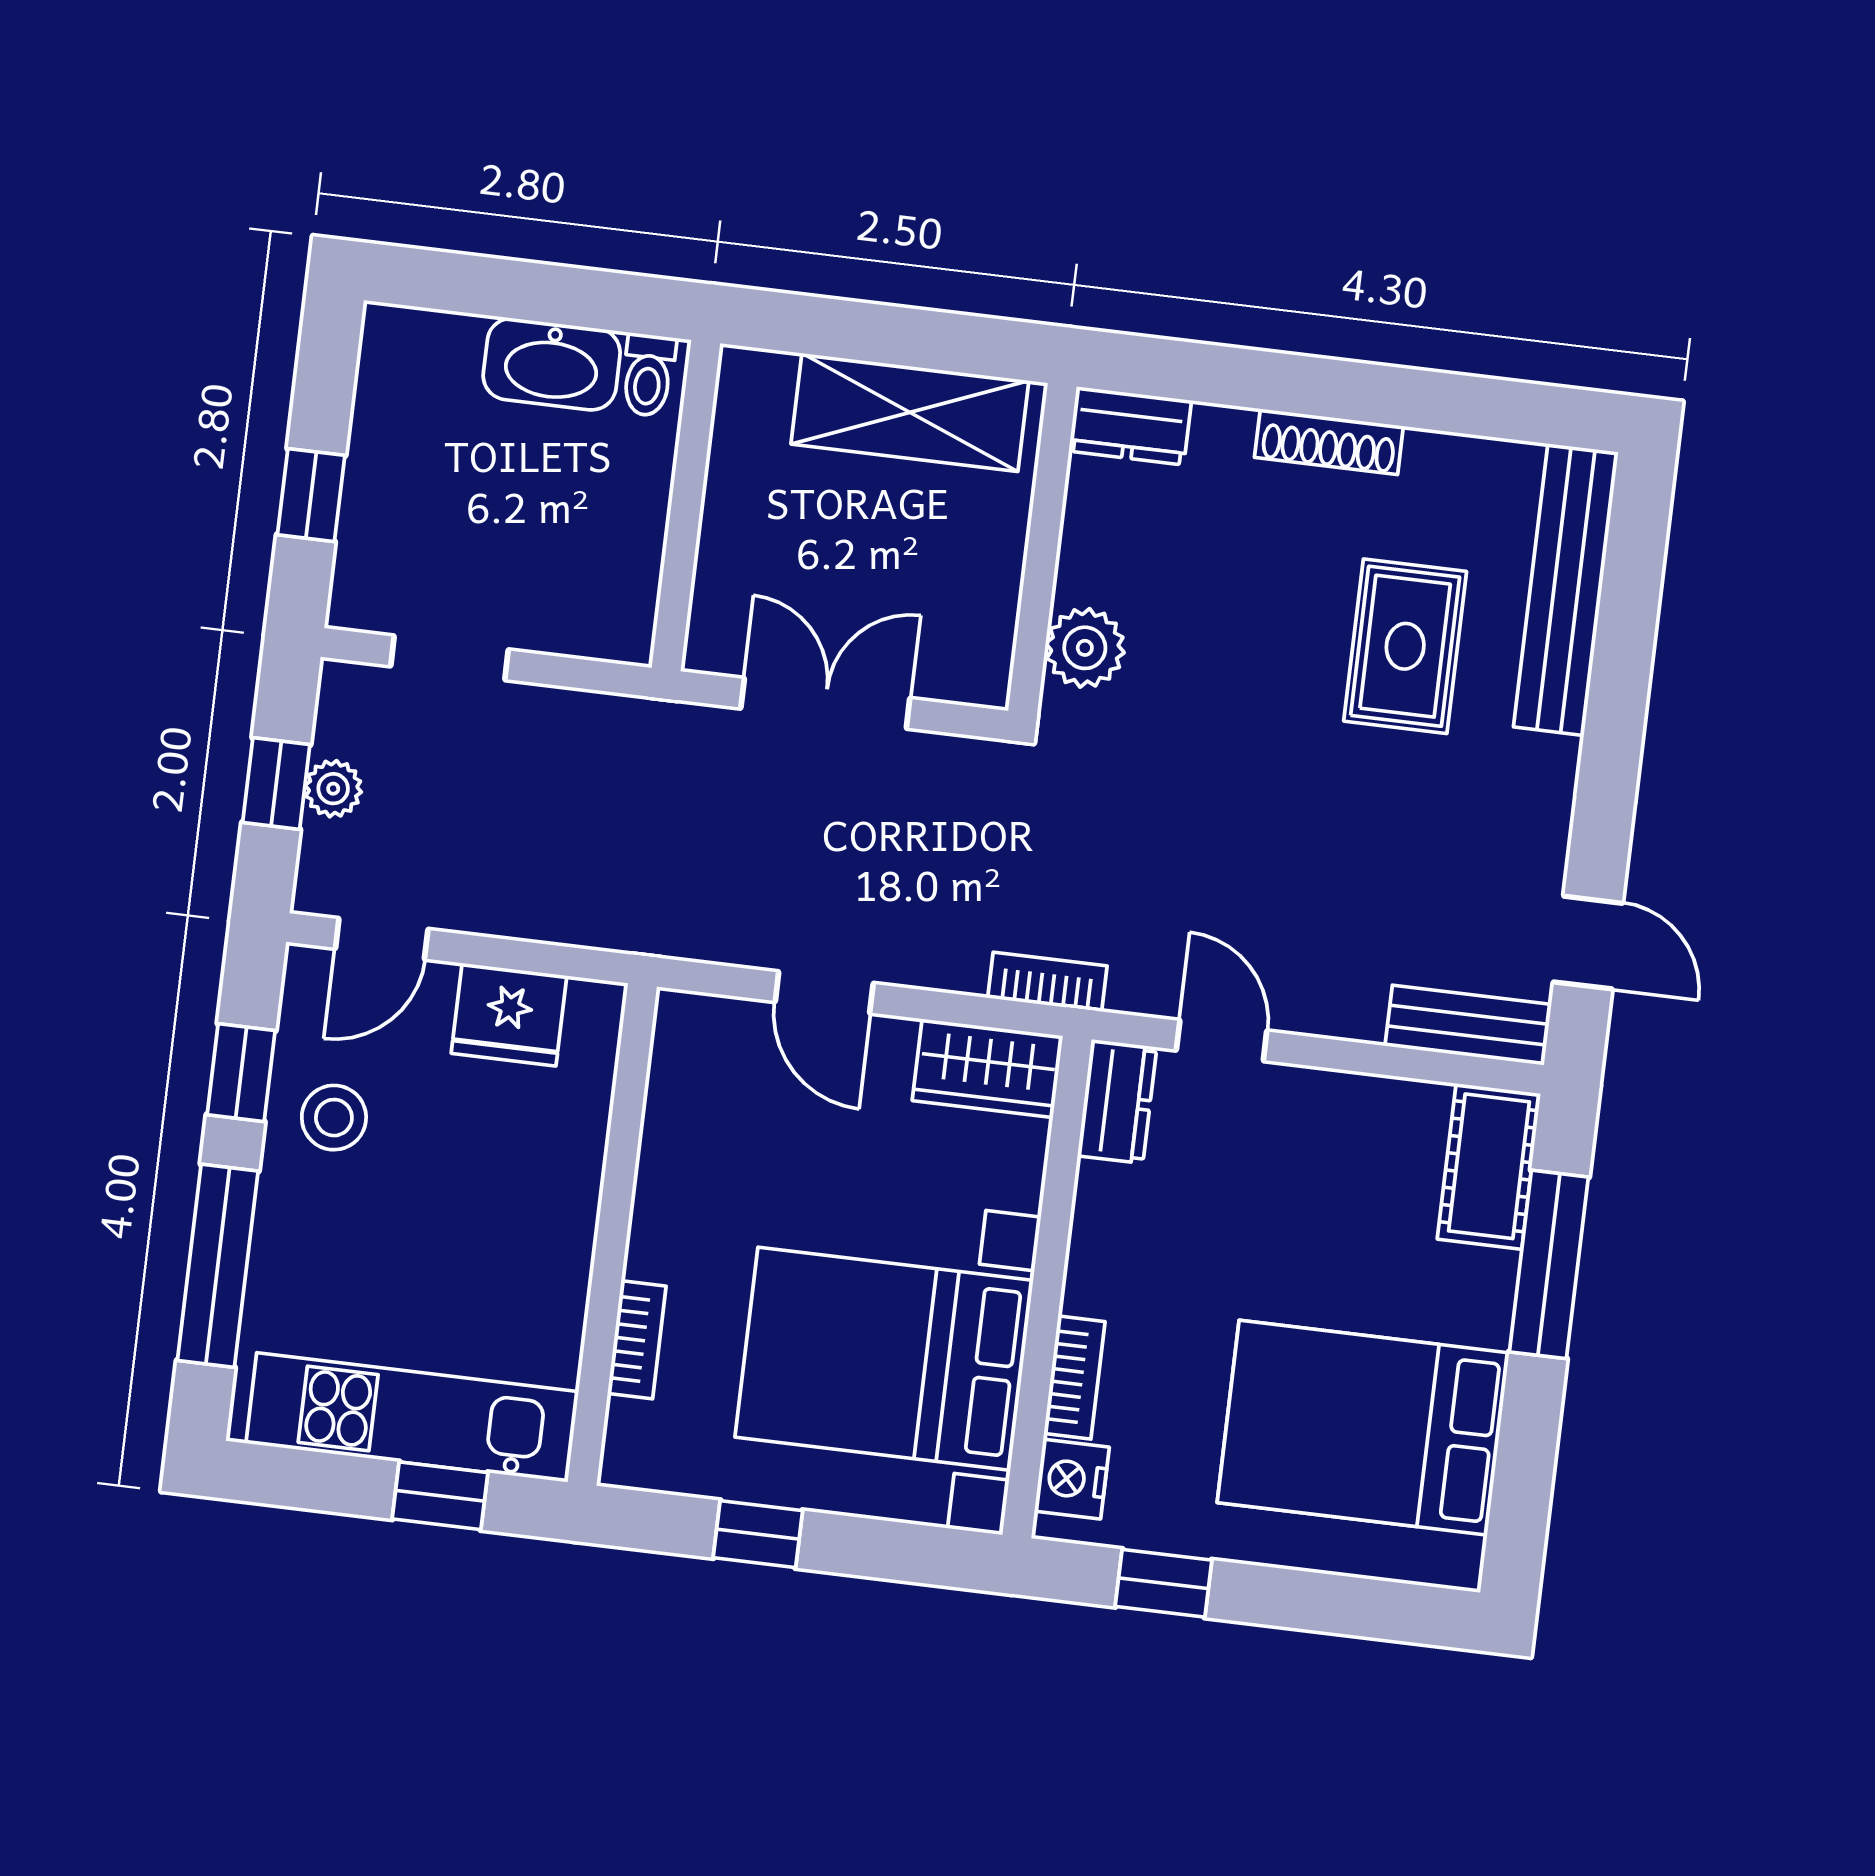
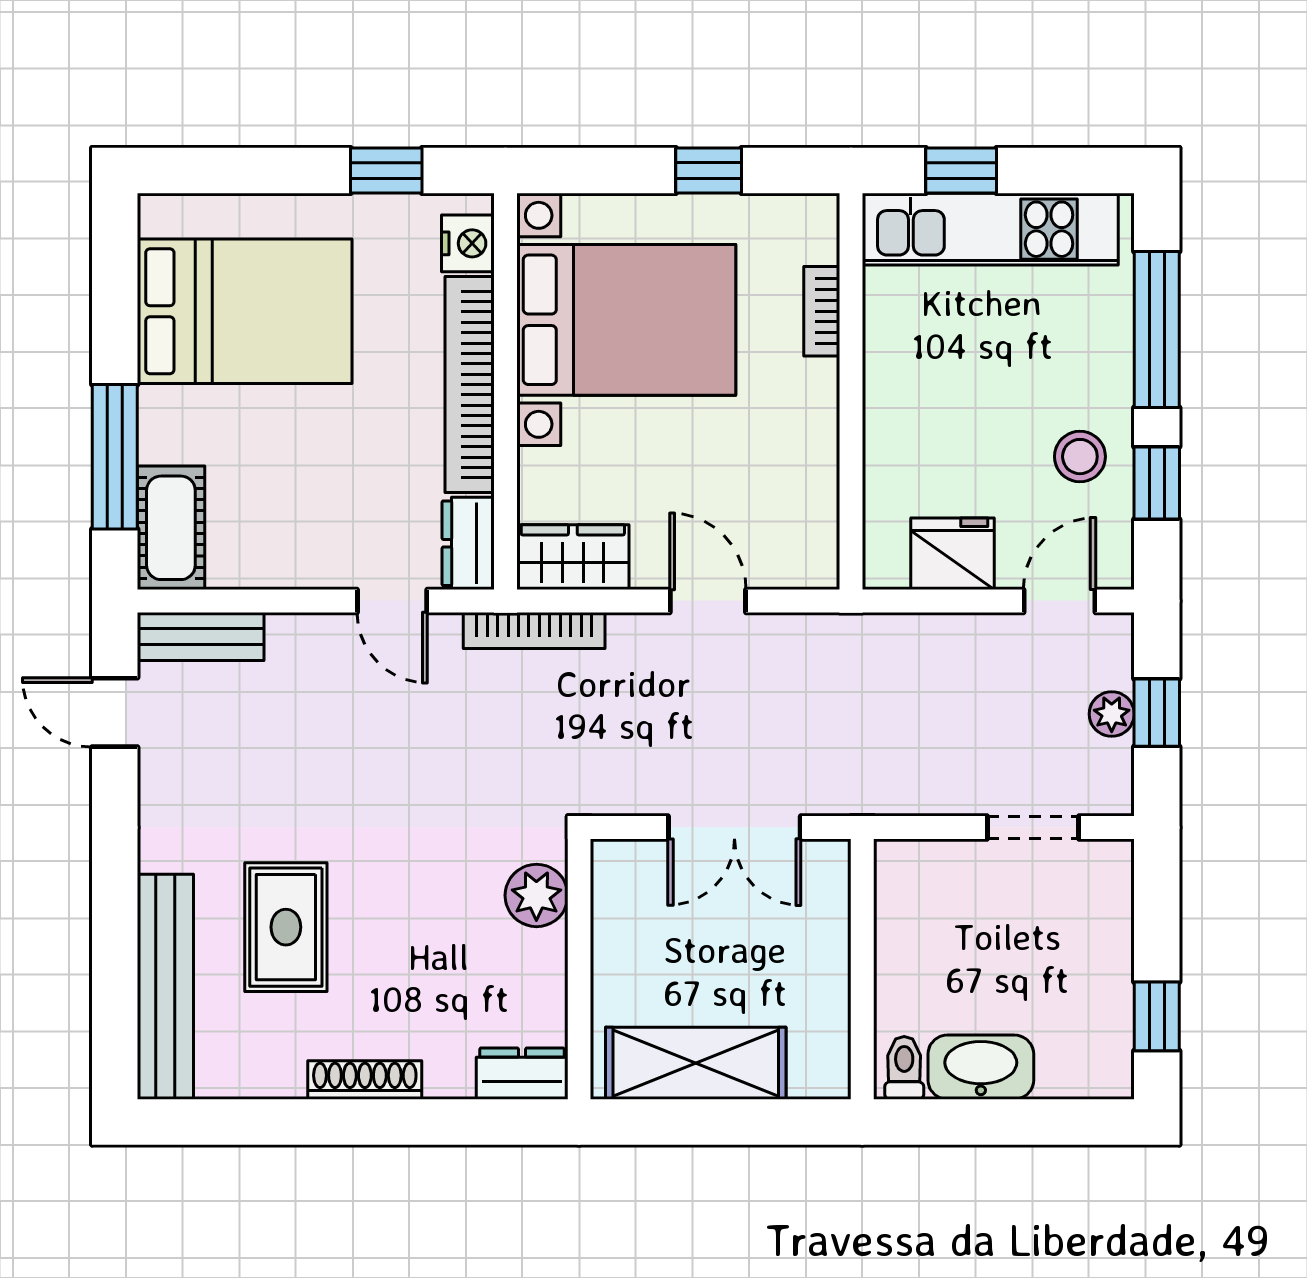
window: (311, 495) -> (1157, 1016), moved
bookcase: (1047, 982) -> (534, 630), width x1.56
bookcase: (1074, 1378) -> (470, 385), width x2.31, depth x1.31

